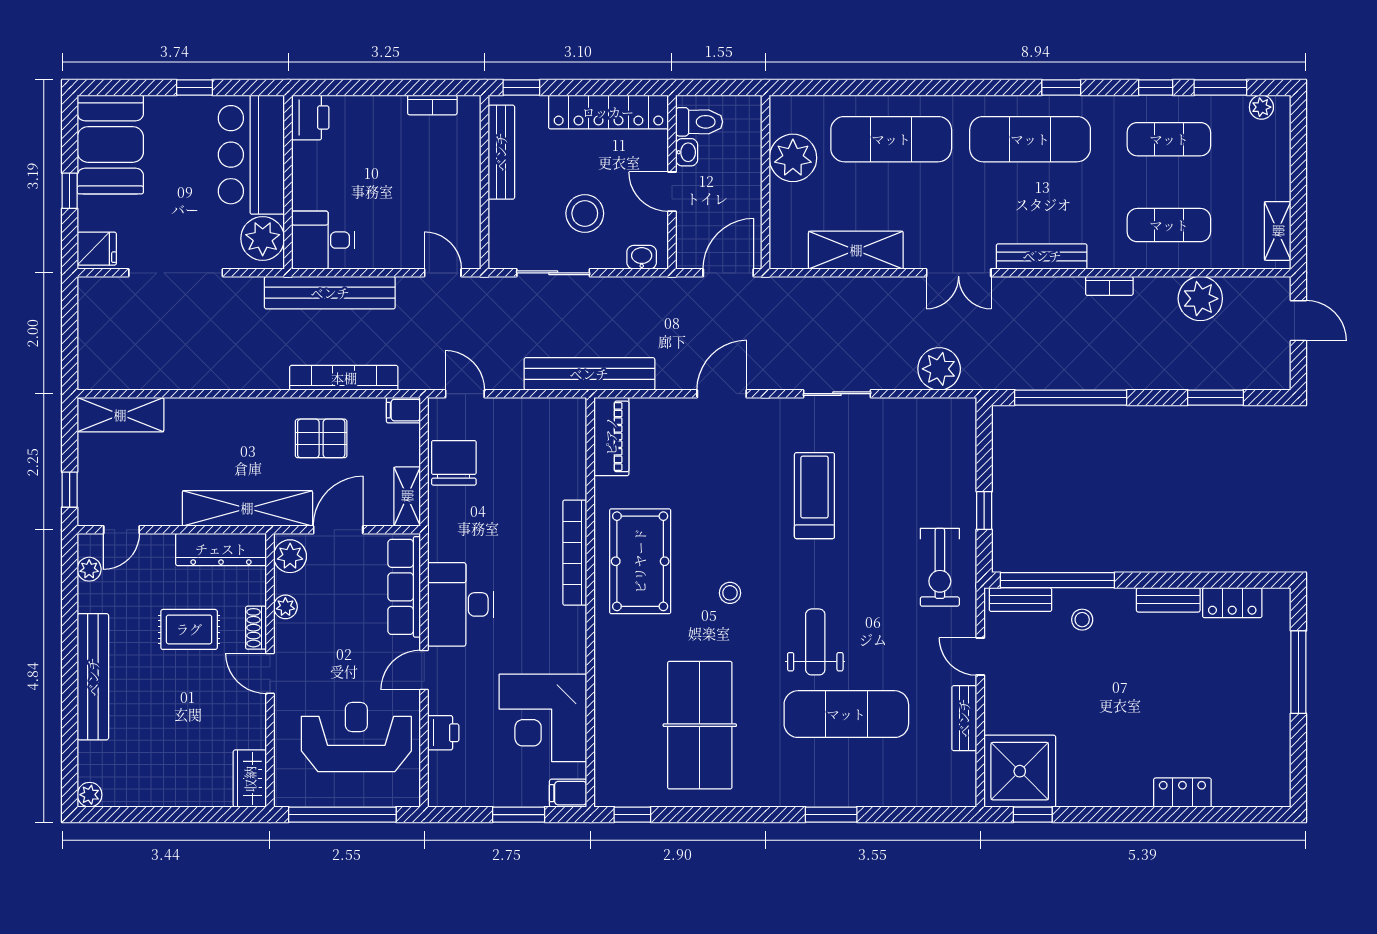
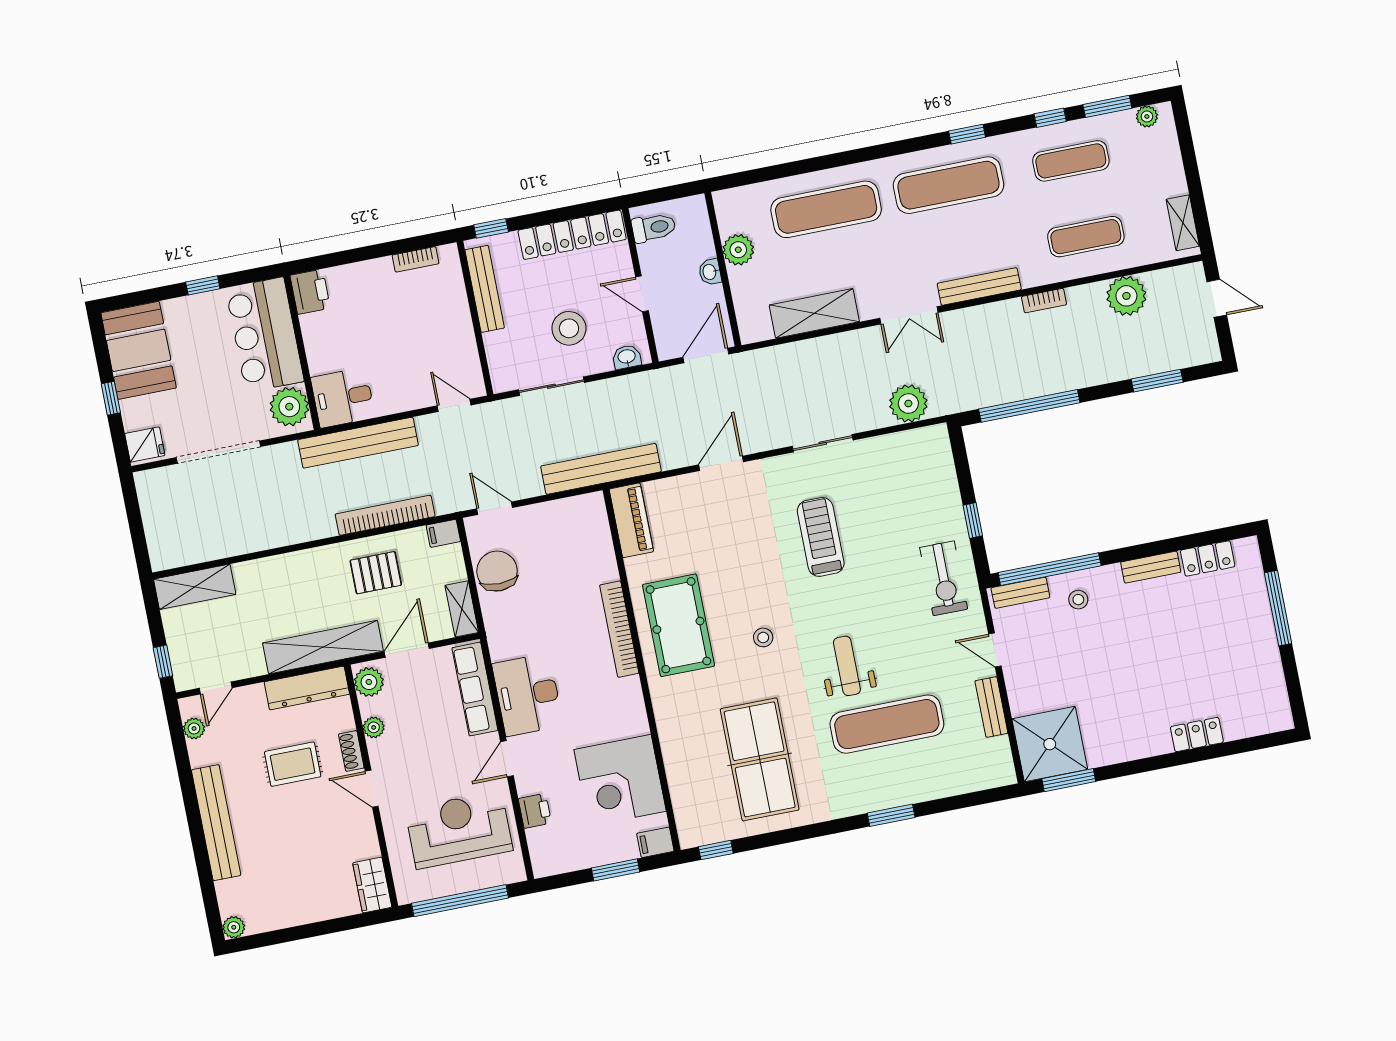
washbasin: (687, 152) -> (710, 272), moved, turned 180
plant: (793, 158) -> (738, 250), width x0.73, depth x0.73
window: (1033, 815) -> (1069, 780), width x1.50

